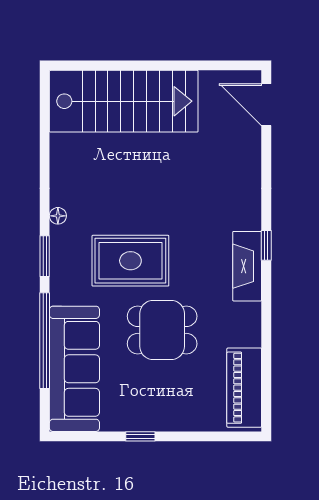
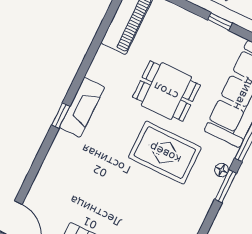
floor lamp: (58, 216) -> (222, 170), moved

